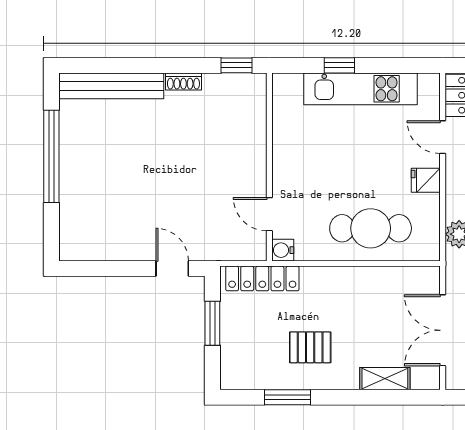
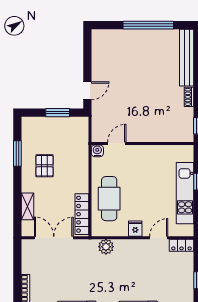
locker: (262, 278) -> (82, 214), moved

